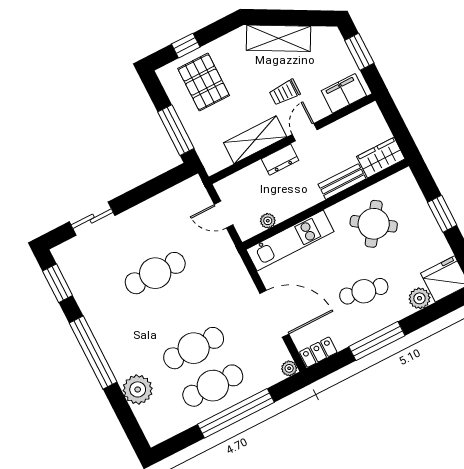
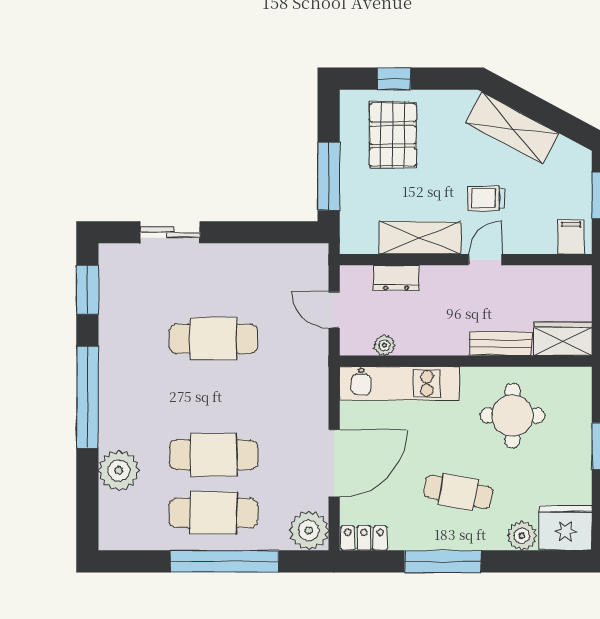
filing cabinet: (344, 93) -> (571, 237), width x0.50
dresser: (280, 160) -> (396, 278), moved
round table: (374, 224) -> (512, 415), turned -35
door: (274, 314) -> (334, 463), hinge flipped
plant: (289, 368) -> (309, 530), width x1.88, depth x1.88

